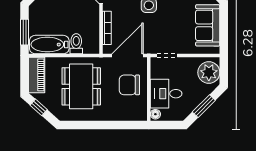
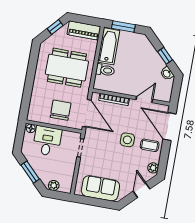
plant: (209, 73) -> (54, 185), width x0.53, depth x0.53

